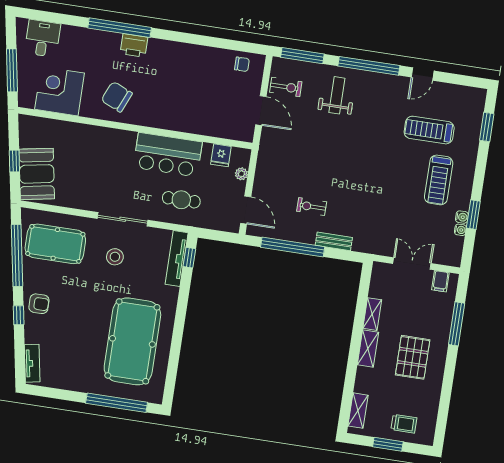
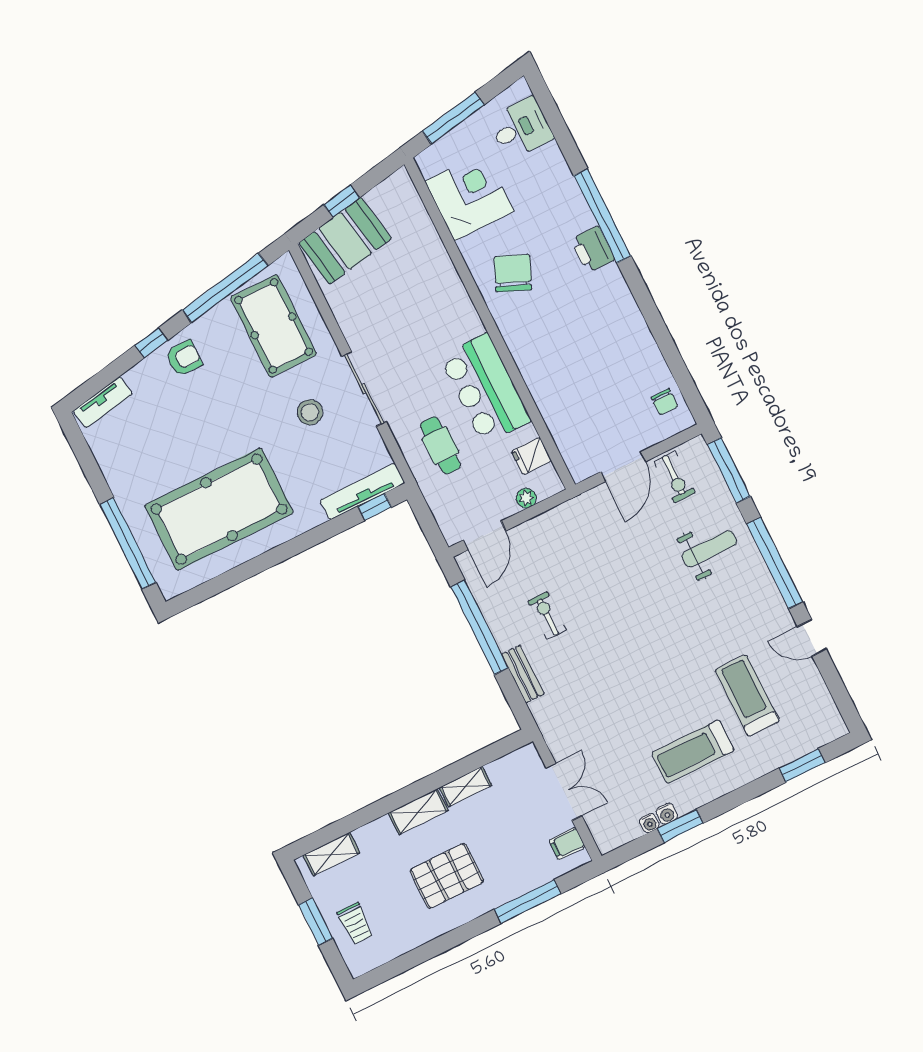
armchair: (39, 304) -> (184, 358), turned -90

